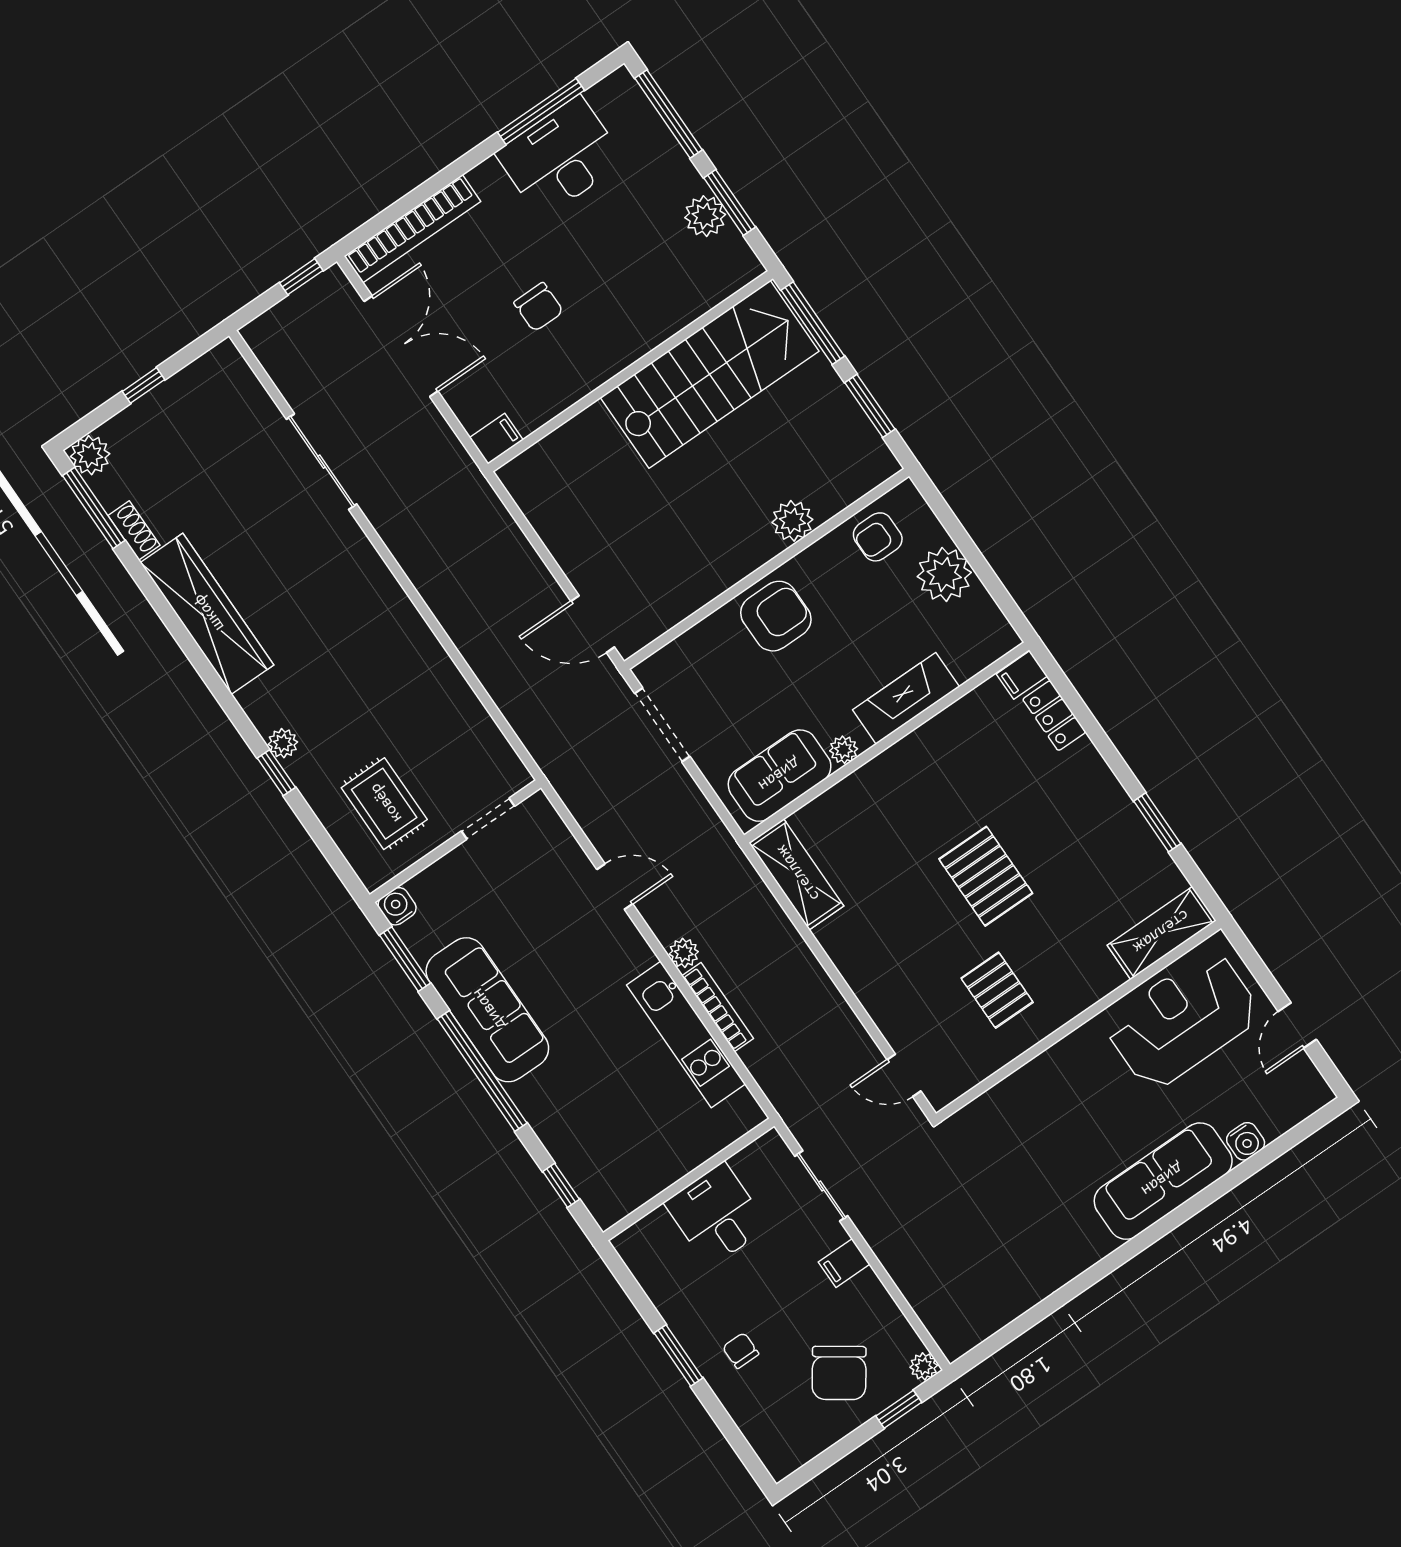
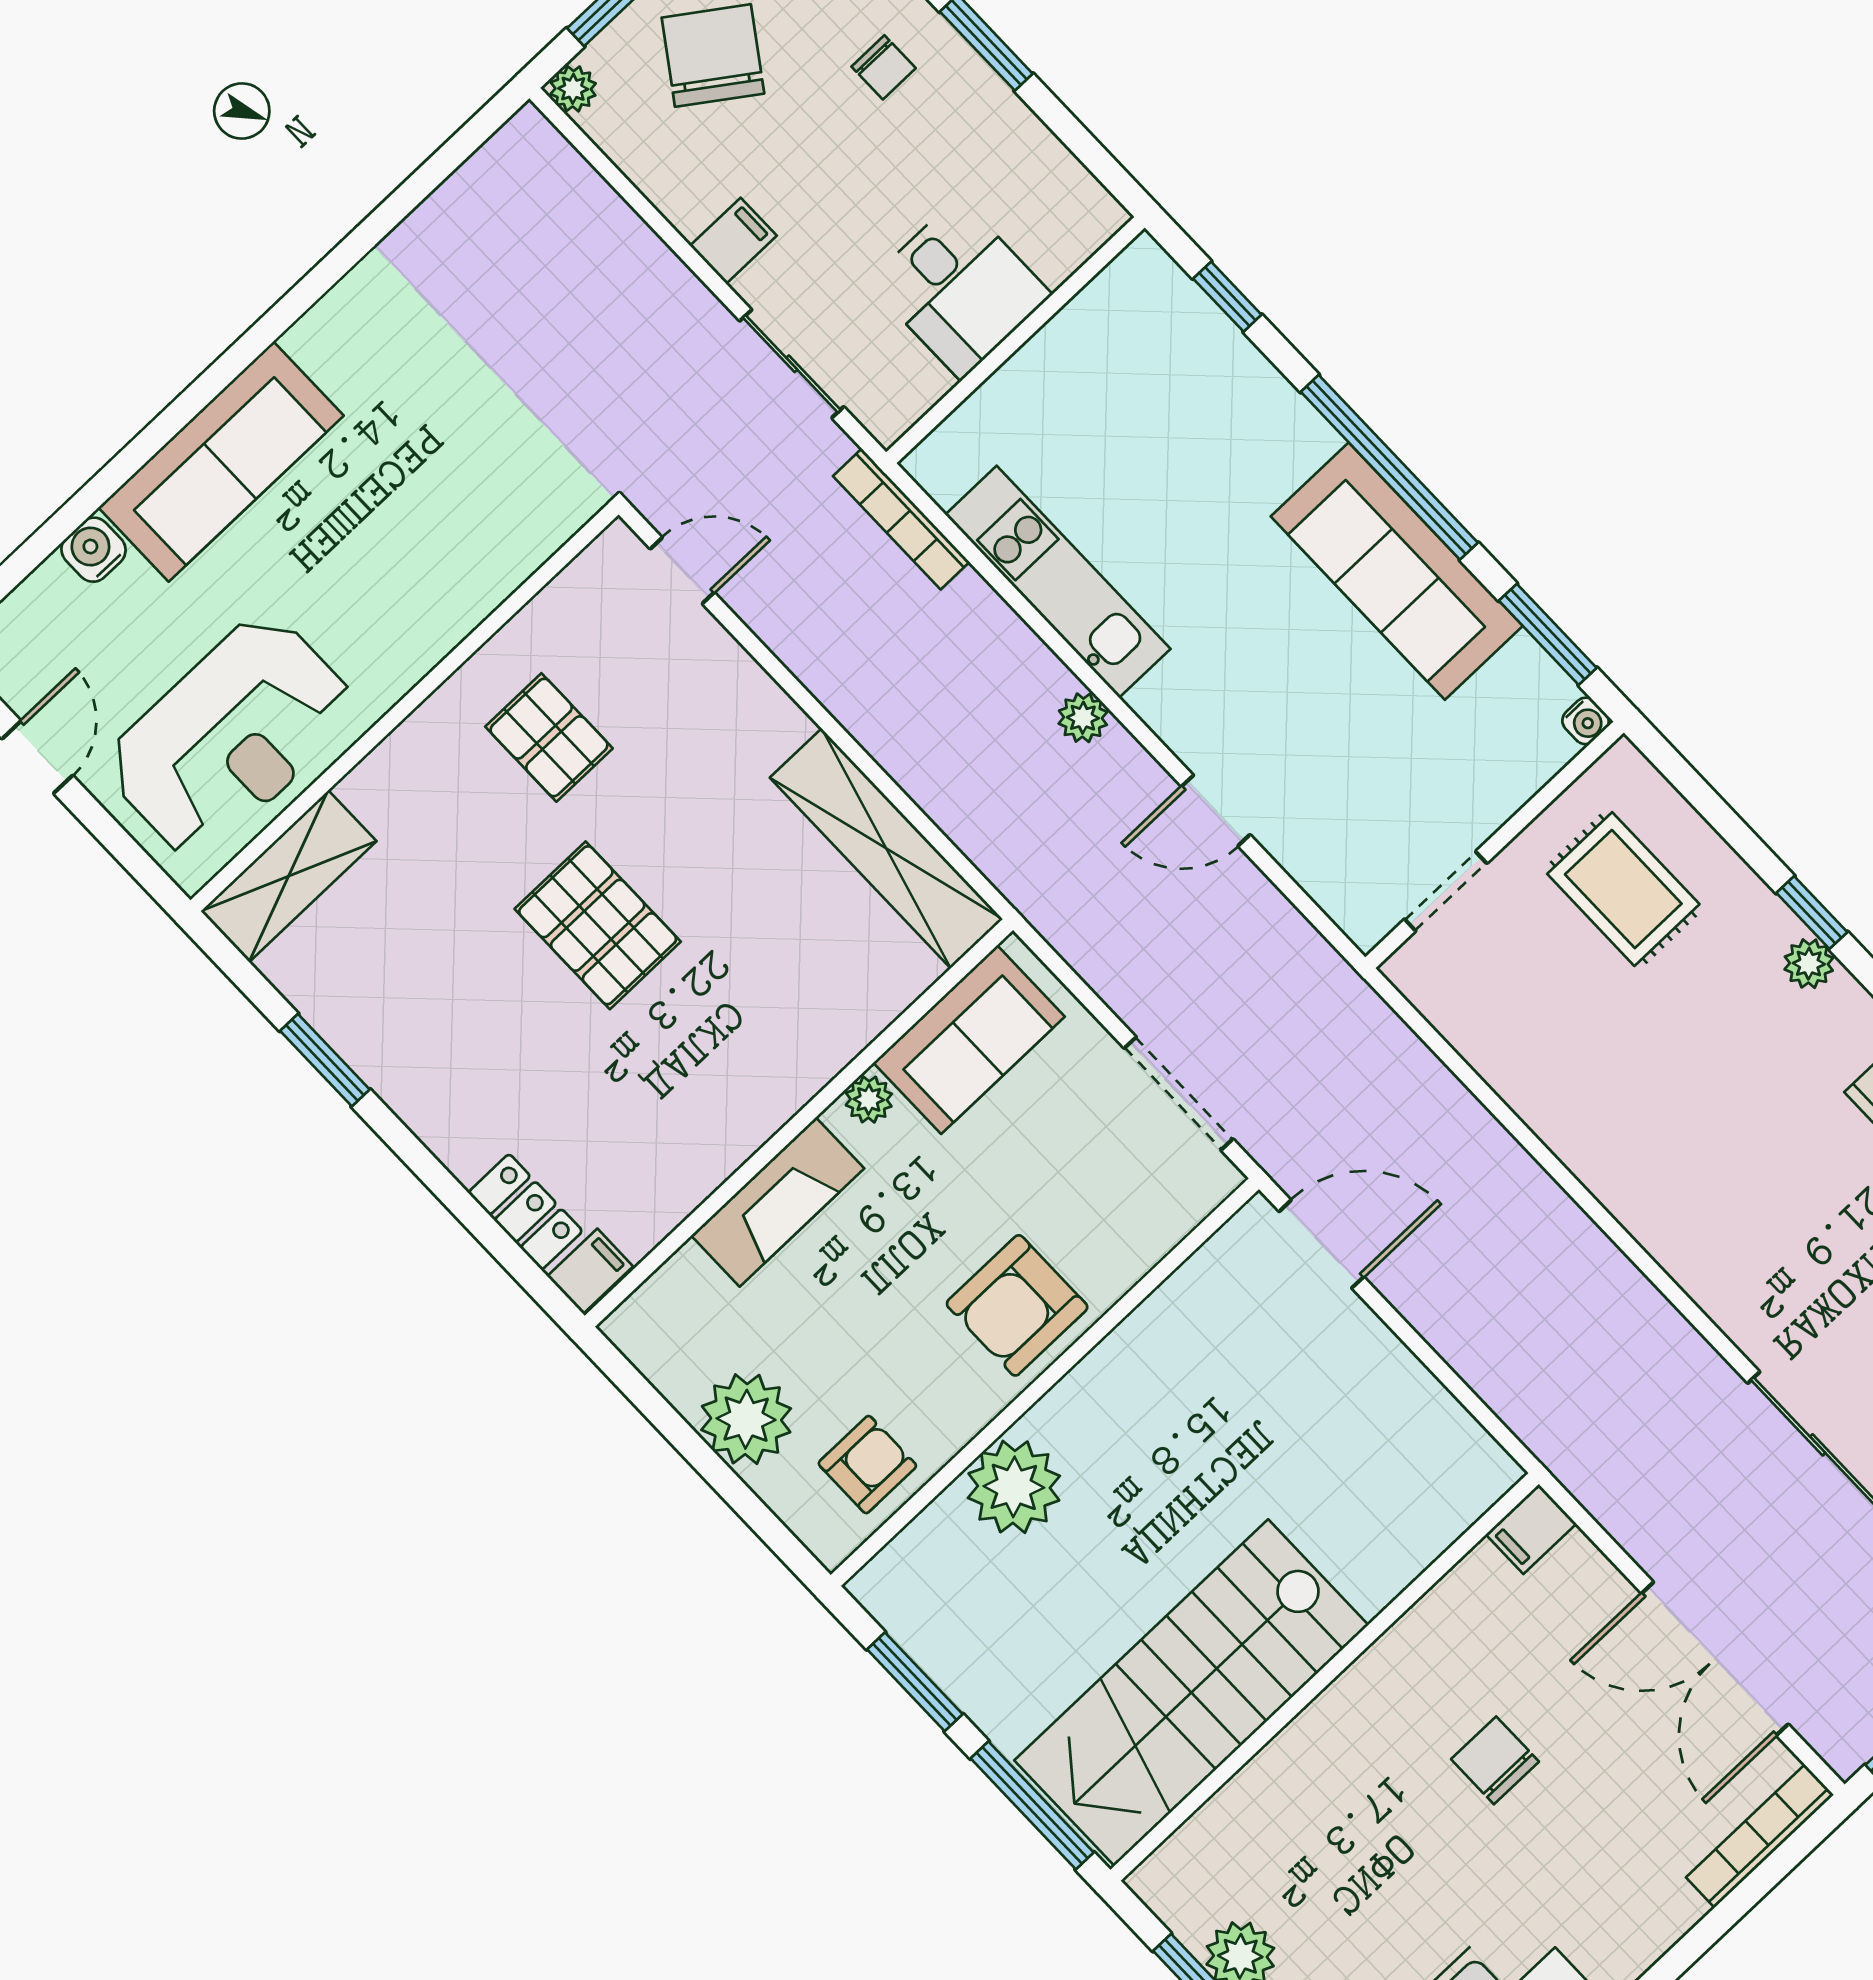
bookcase: (412, 229) -> (1760, 1836), width x0.68, depth x0.76
plant: (792, 521) -> (1014, 1487), width x1.36, depth x1.36
shelving: (796, 874) -> (886, 848), width x1.47
water cooler: (397, 906) -> (1586, 721), width x0.72, depth x0.72
bookcase: (718, 1007) -> (901, 519), moved

